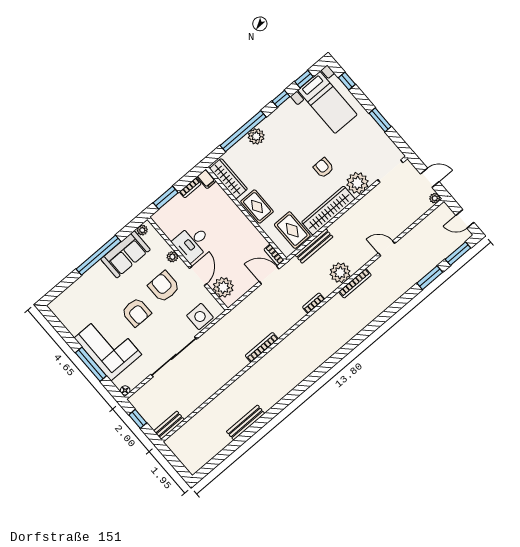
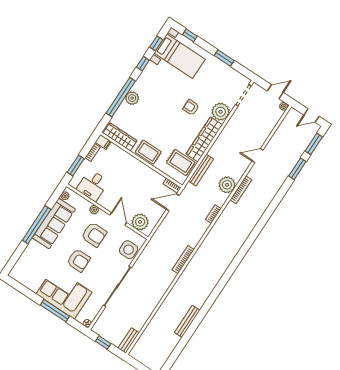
desk: (192, 243) -> (93, 185), moved
sofa: (125, 254) -> (54, 223), width x1.36
armchair: (164, 287) -> (94, 235), turned 180

